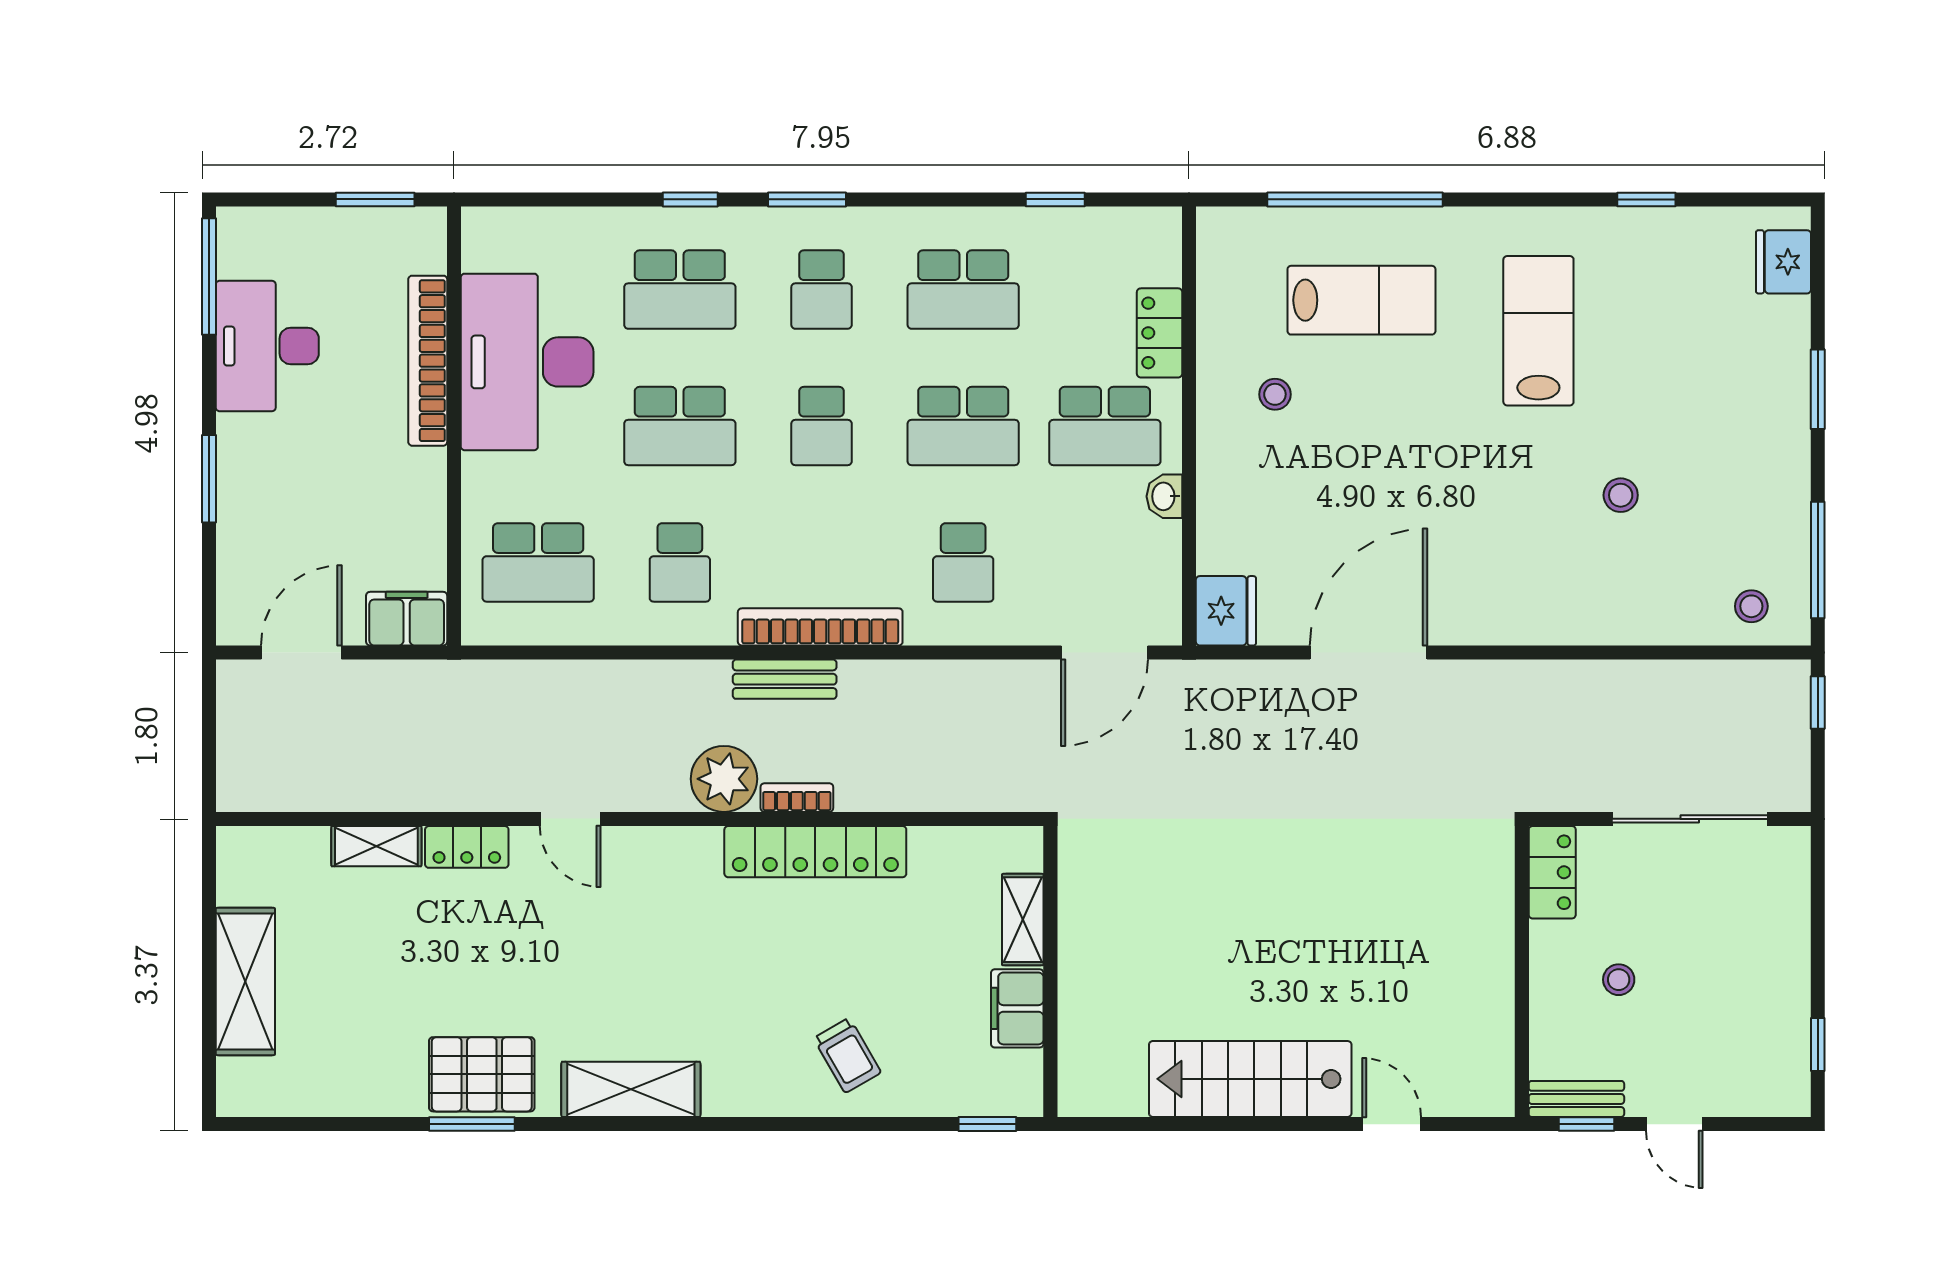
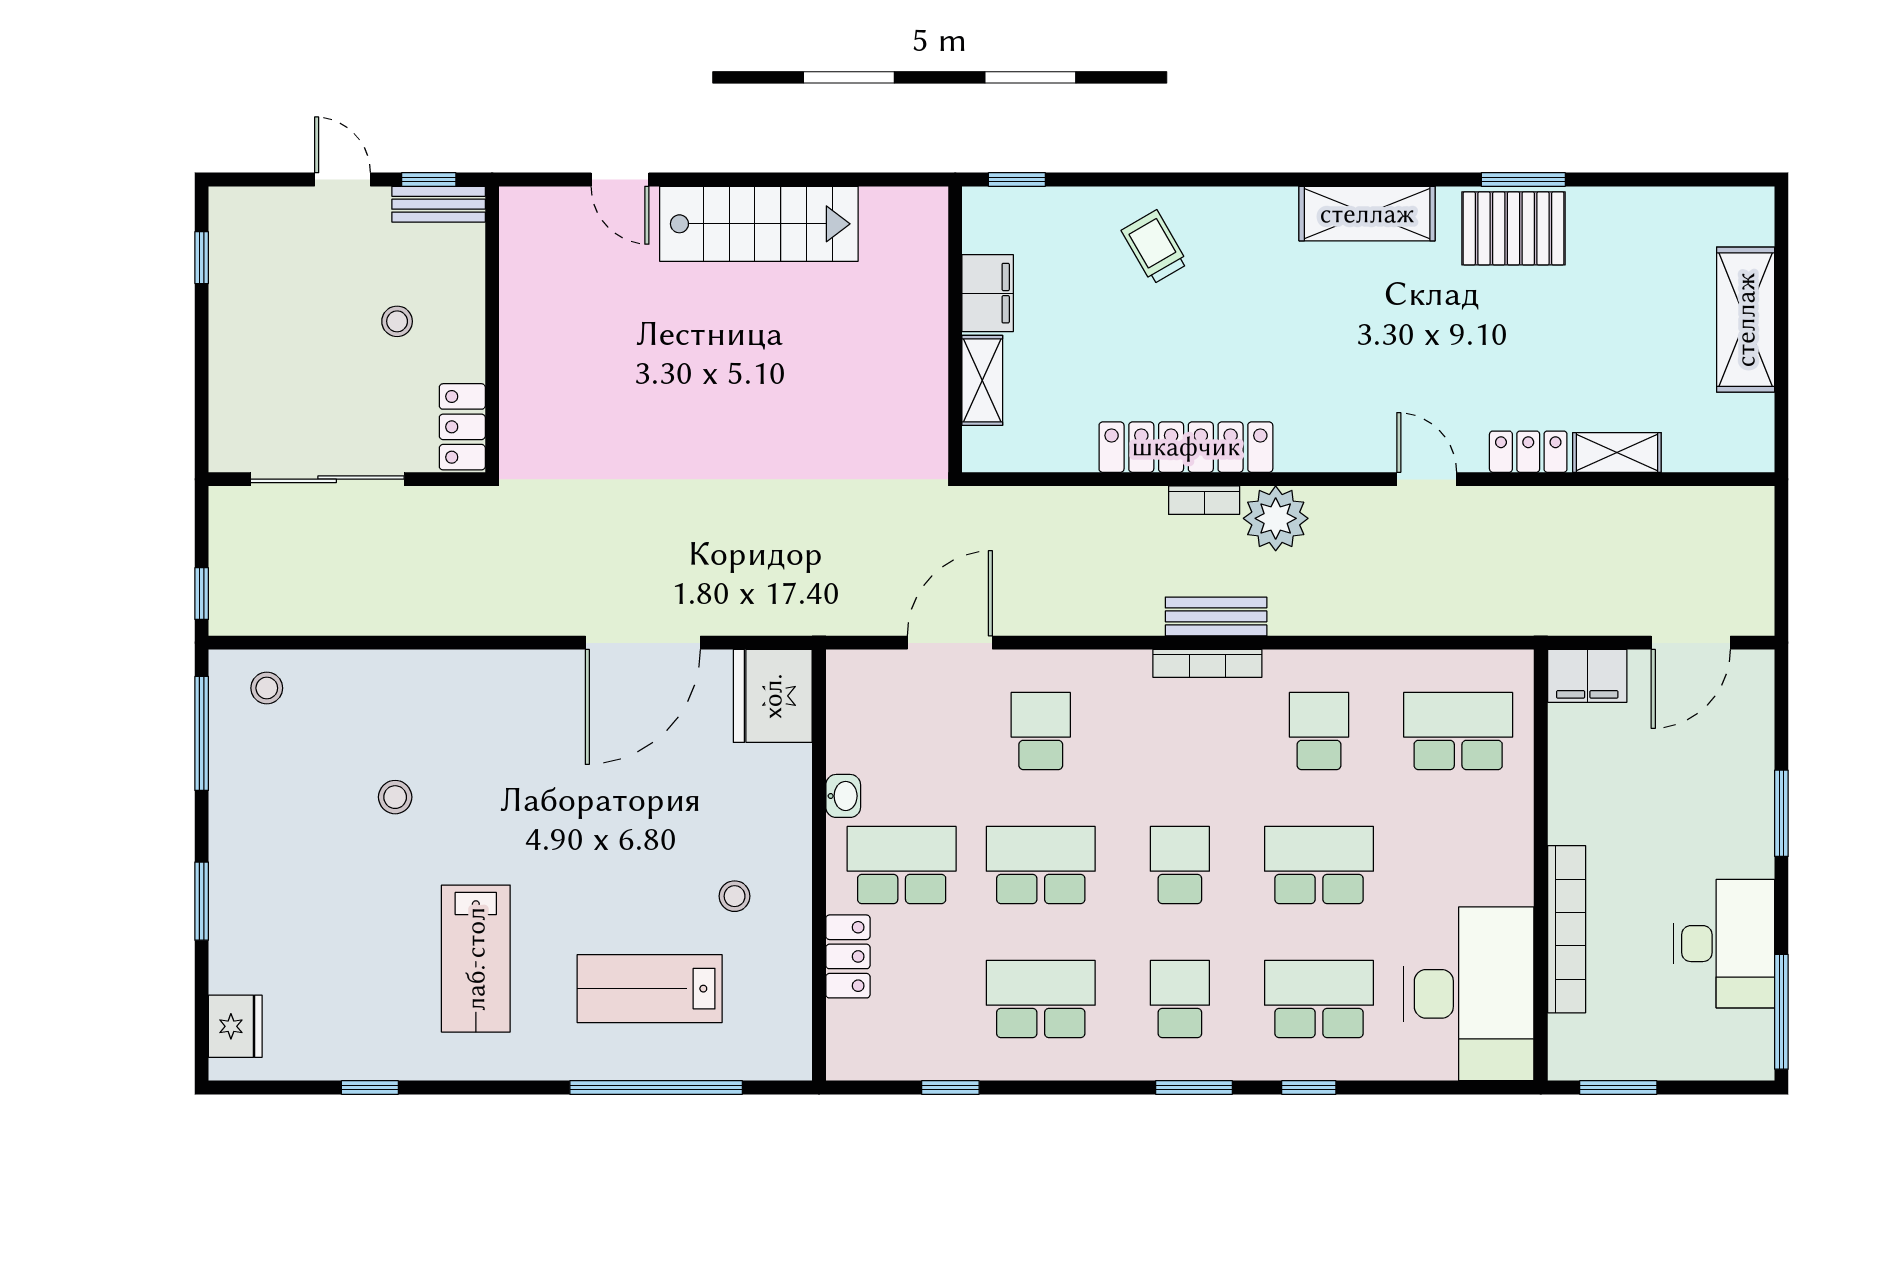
desk: (527, 362) -> (1469, 994), moved
fridge: (1226, 611) -> (773, 696), width x1.36, depth x1.34
bookcase: (820, 627) -> (1207, 663), width x0.68, depth x0.76
door: (1104, 653) -> (950, 643), moved

